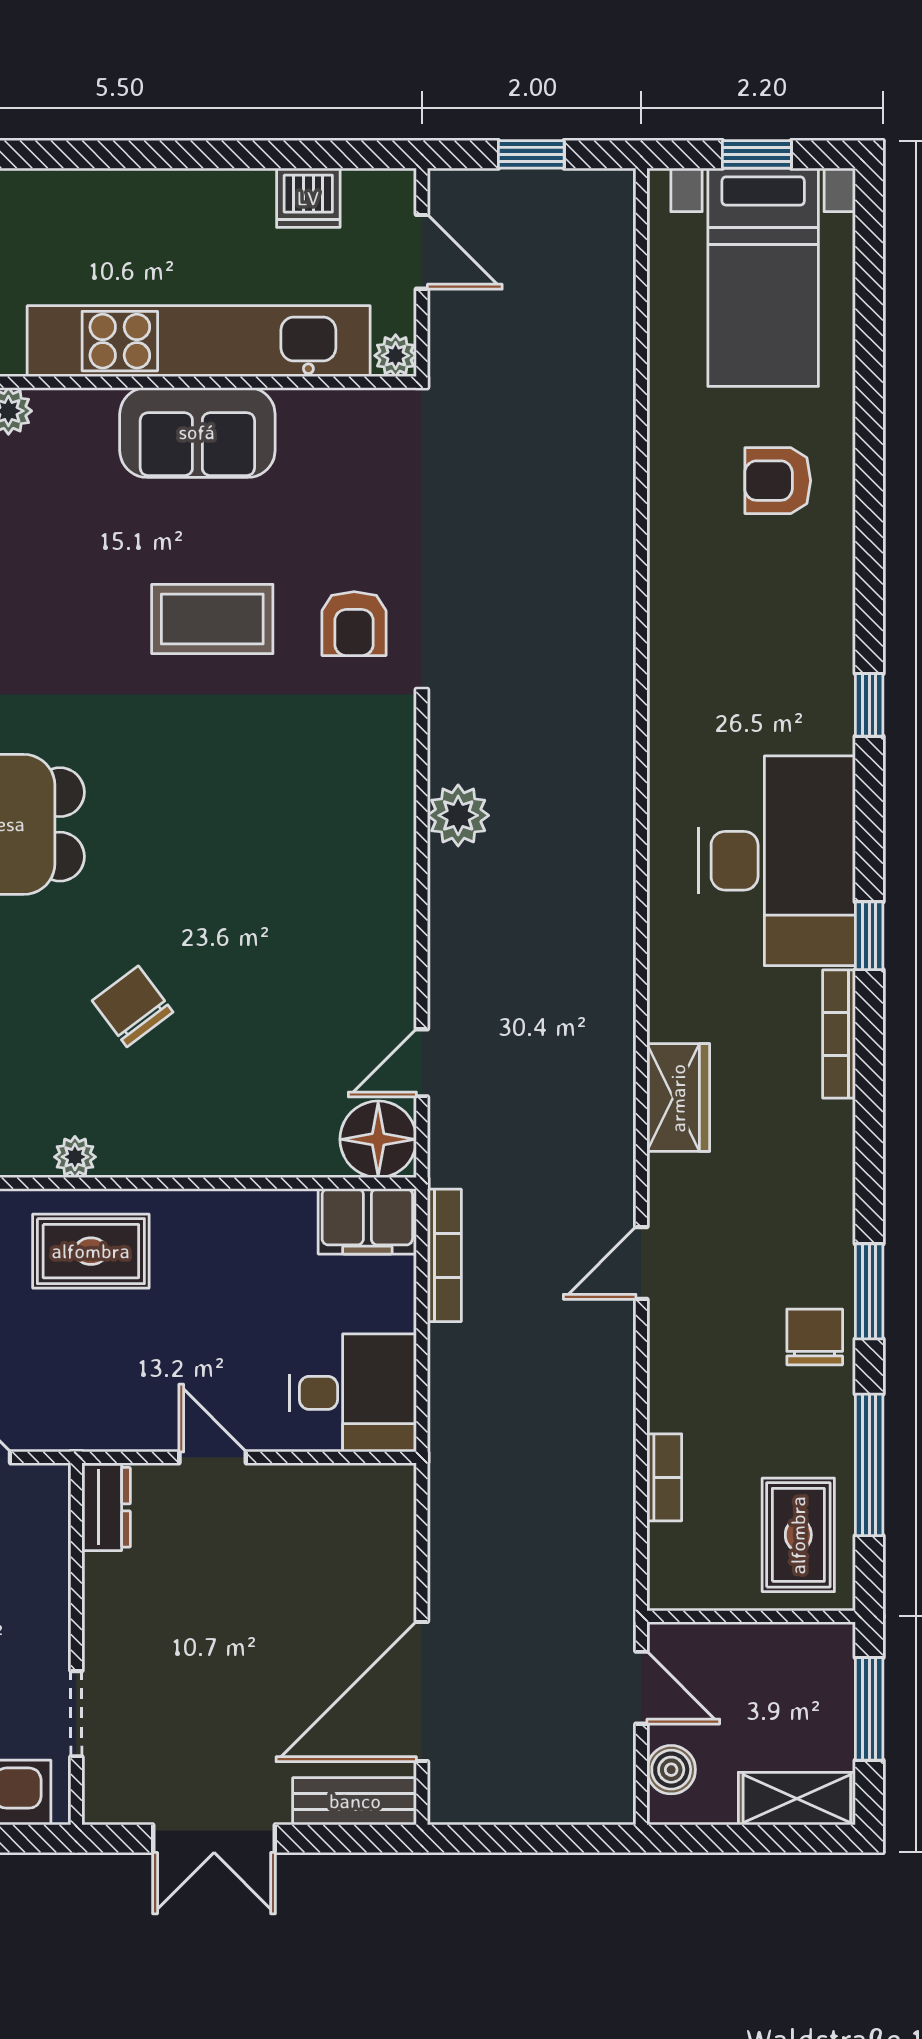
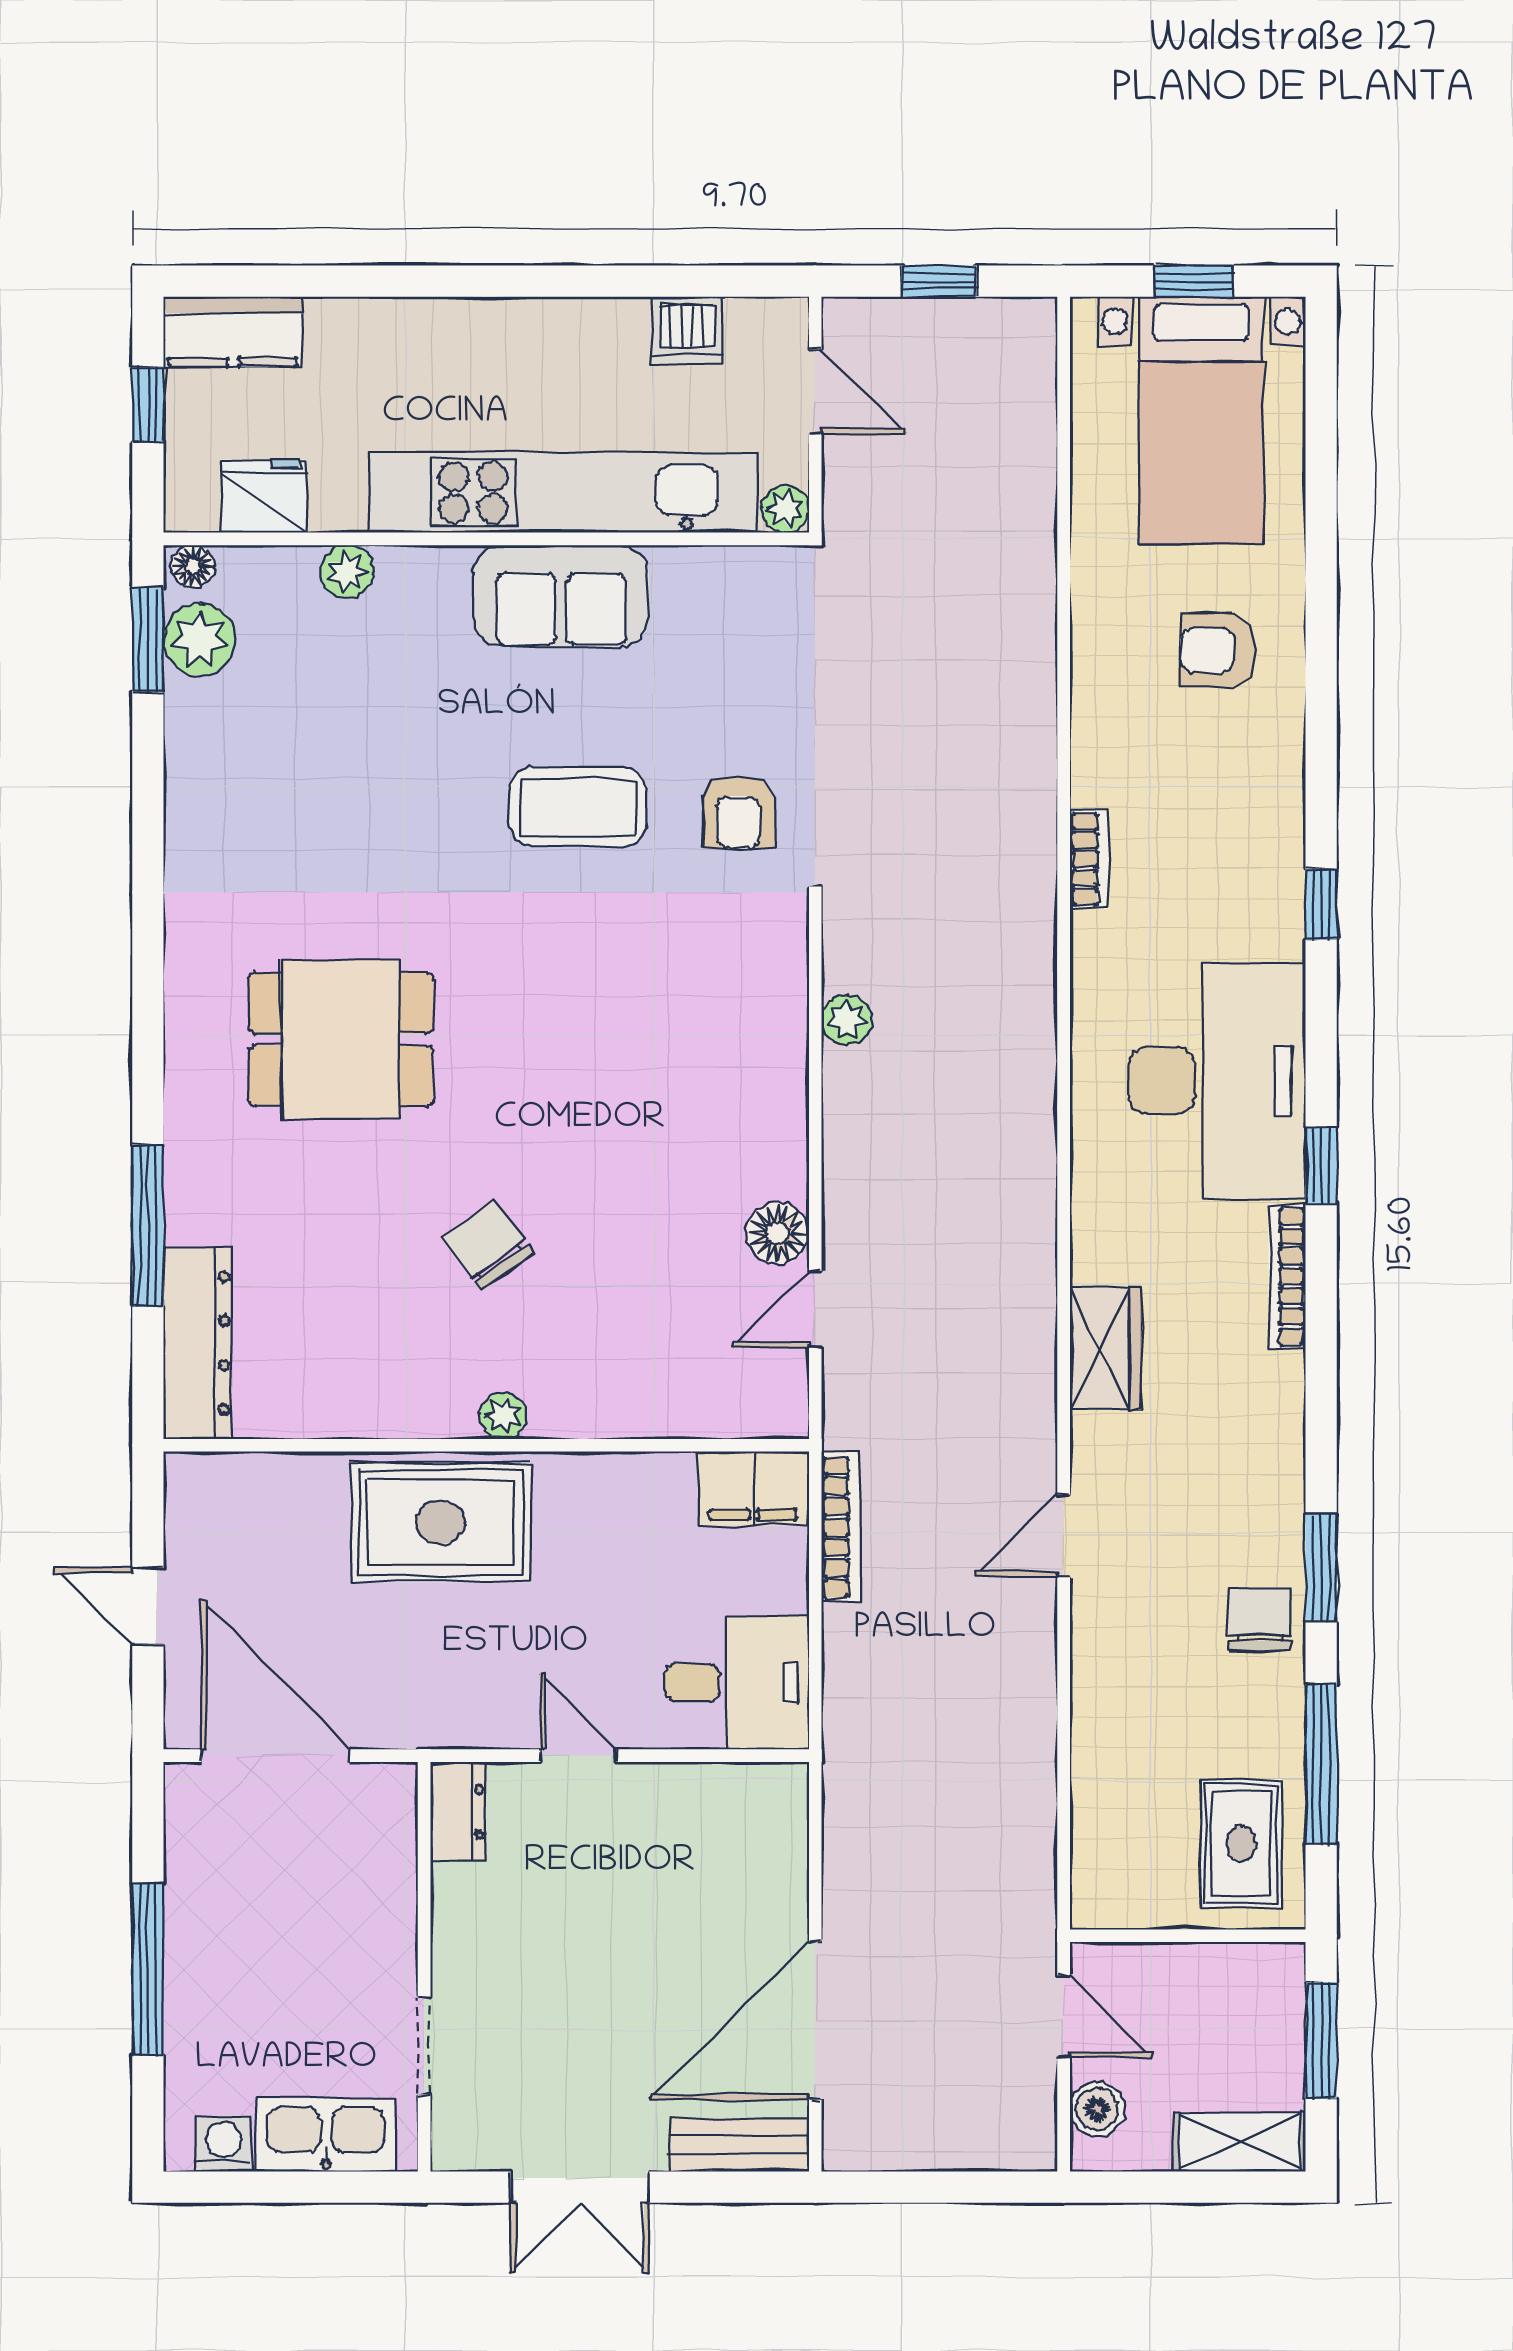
plant: (458, 815) -> (847, 1020), width x0.73, depth x0.73
floor lamp: (378, 1139) -> (777, 1233), moved, width x0.73, depth x0.73
plant: (75, 1157) -> (503, 1416), moved
rug: (91, 1251) -> (441, 1522), width x1.36, depth x1.43
bookcase: (664, 1477) -> (1089, 859), moved

